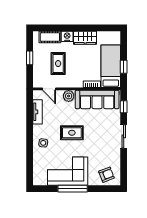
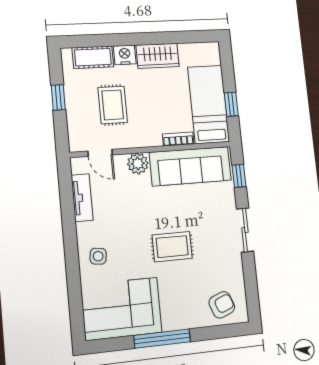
rug: (72, 133) -> (172, 247), moved
corner sofa: (68, 171) -> (121, 309), moved

